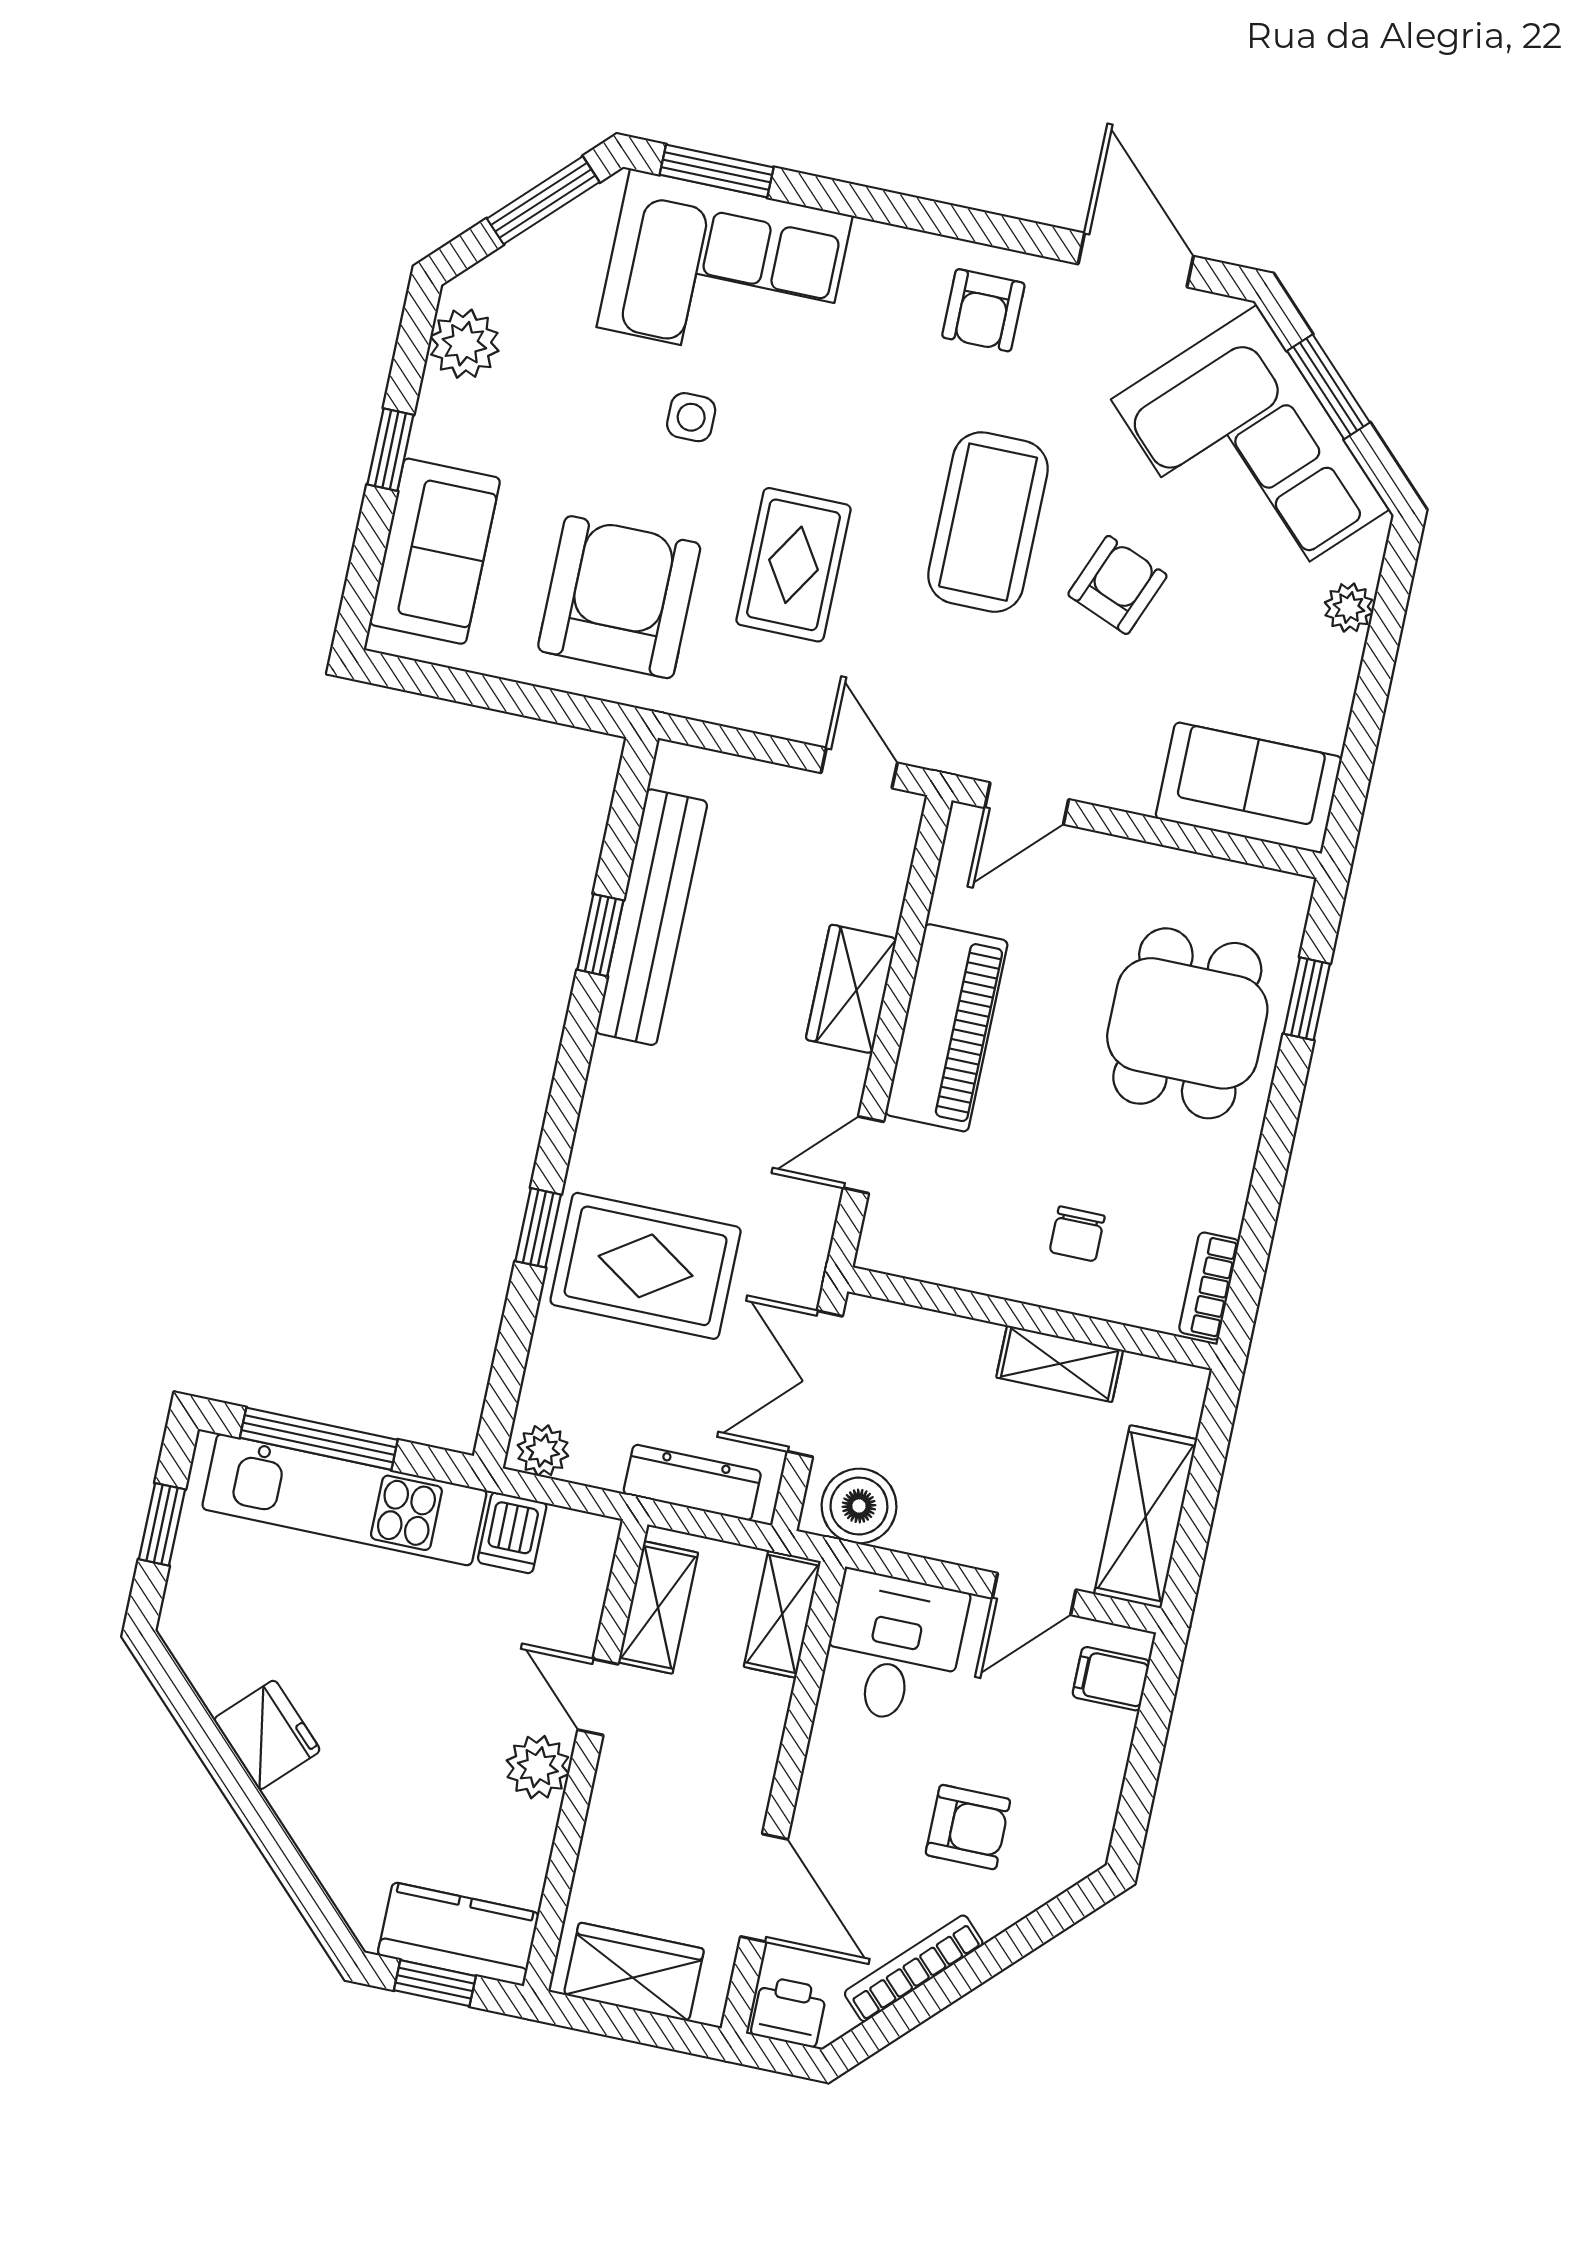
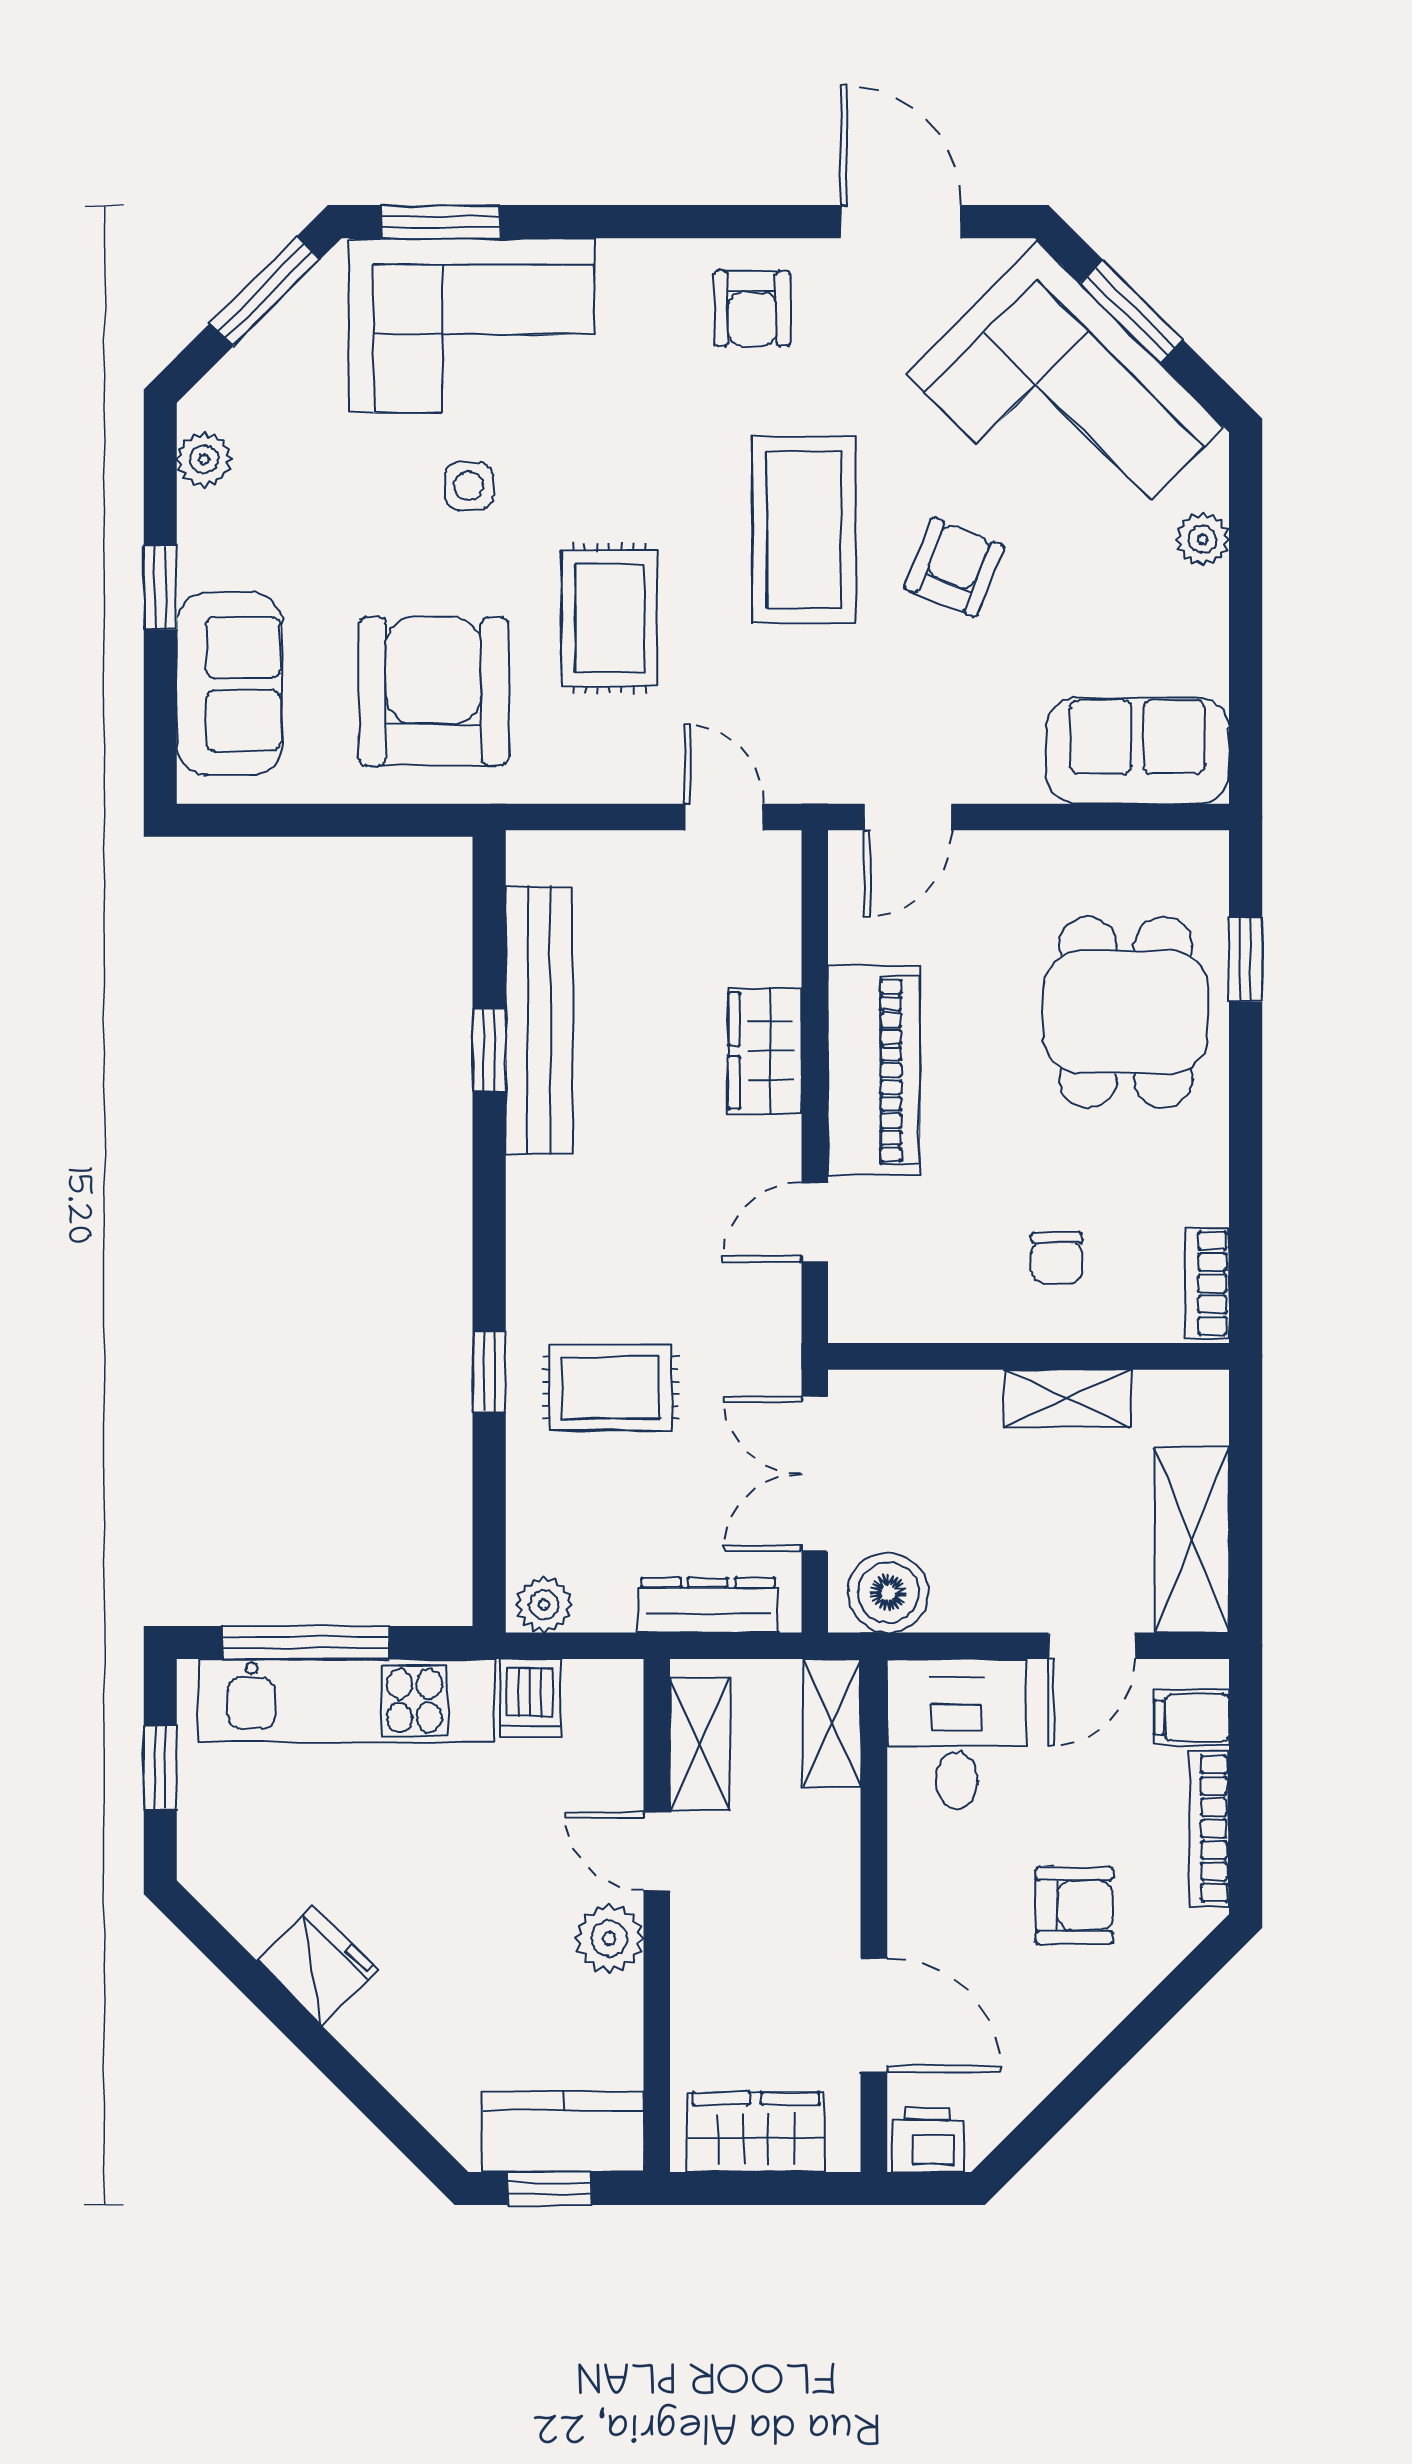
plant: (464, 344) -> (204, 459), width x0.73, depth x0.73
rug: (646, 1266) -> (611, 1388), width x0.73, depth x0.70
bookcase: (914, 1968) -> (1209, 1829), moved, turned -45

